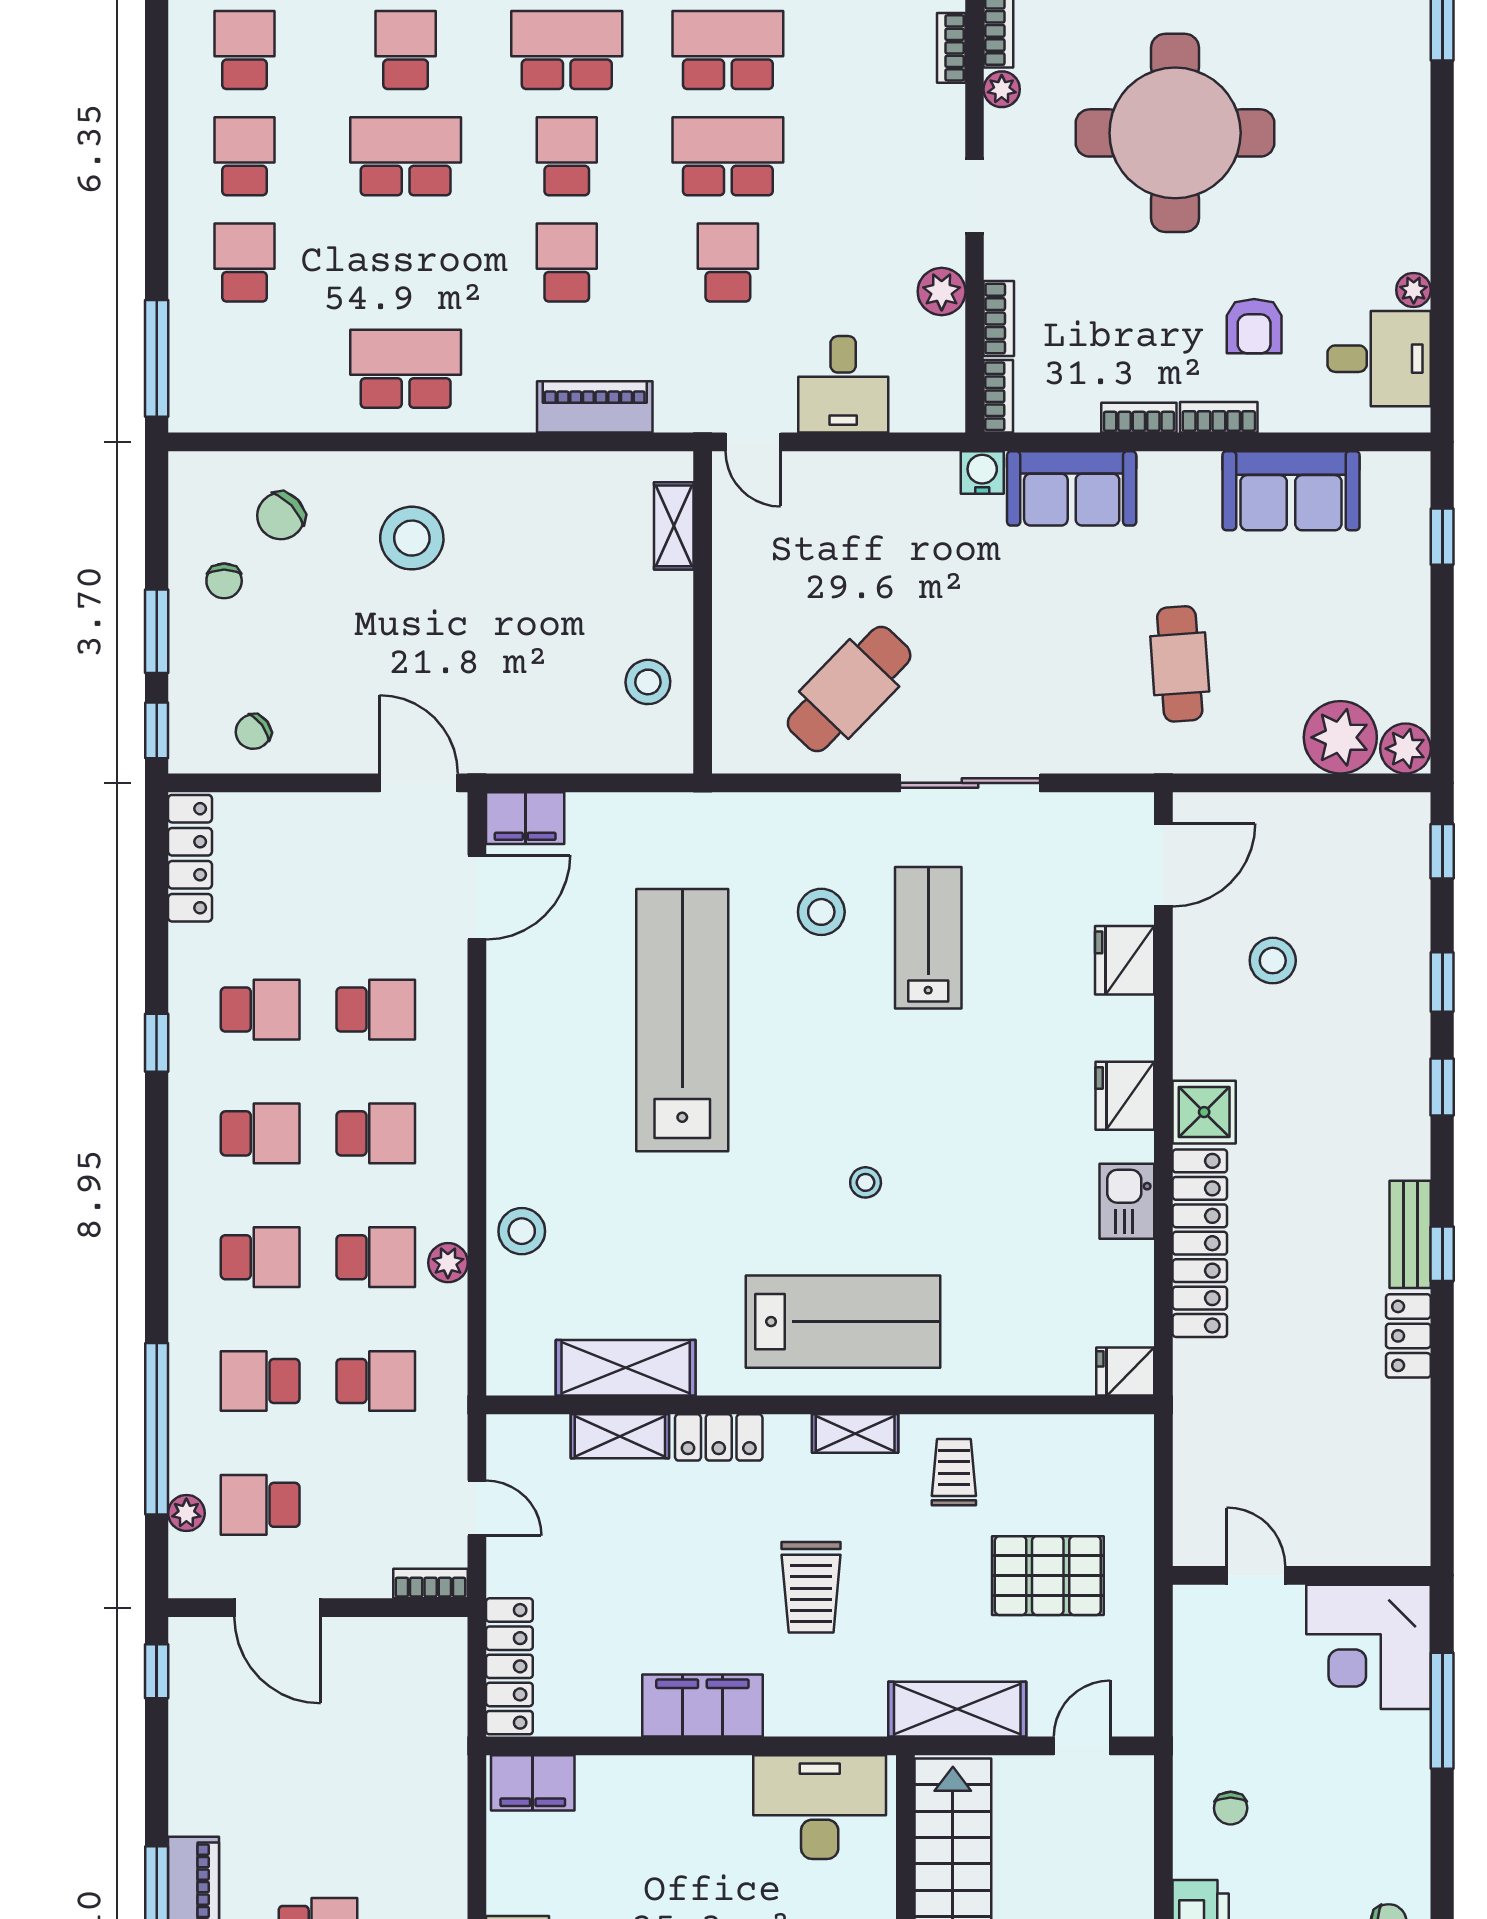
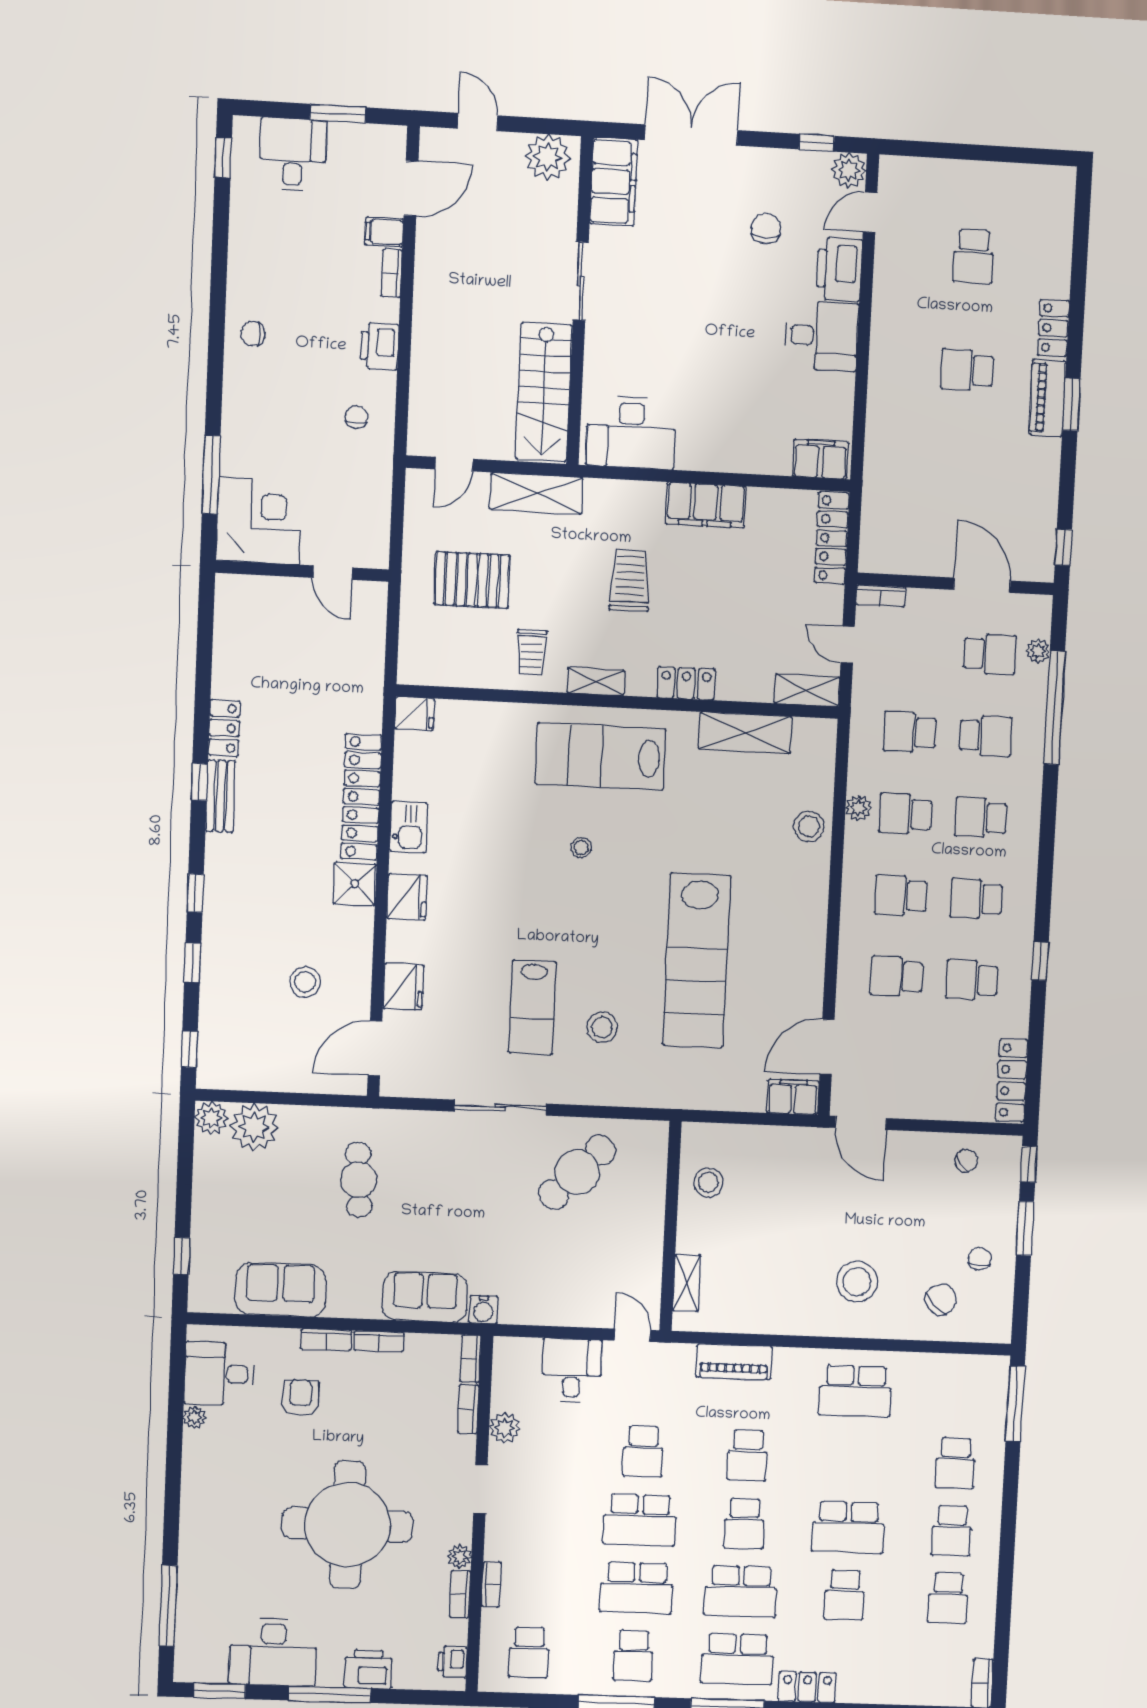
shelving: (620, 1436) -> (807, 690), moved

